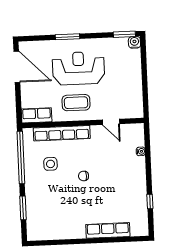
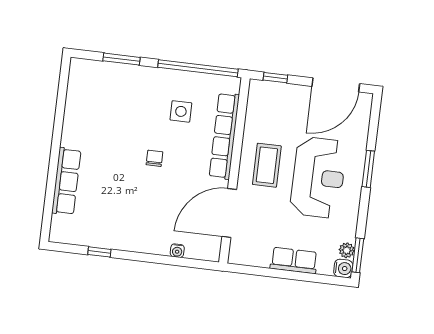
plant: (122, 42) -> (347, 250), added
window: (19, 107) -> (275, 78), added
row of seats: (37, 115) -> (294, 260), moved, turned -90
door: (111, 122) -> (229, 213), width x1.88

